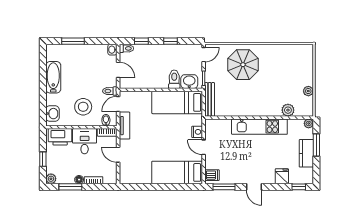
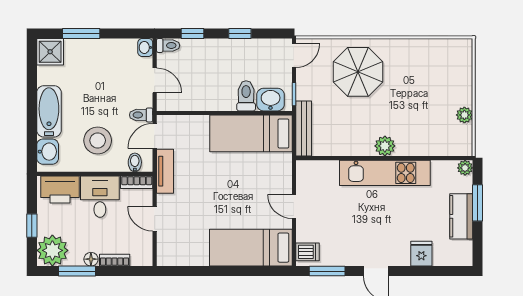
shower: (54, 52) -> (50, 52), added
bathtub: (53, 77) -> (49, 111), moved
plant: (288, 110) -> (385, 146), moved
nightstand: (197, 132) -> (283, 181), removed
plant: (51, 179) -> (52, 250), width x1.87, depth x1.87
window: (299, 187) -> (449, 271), removed

